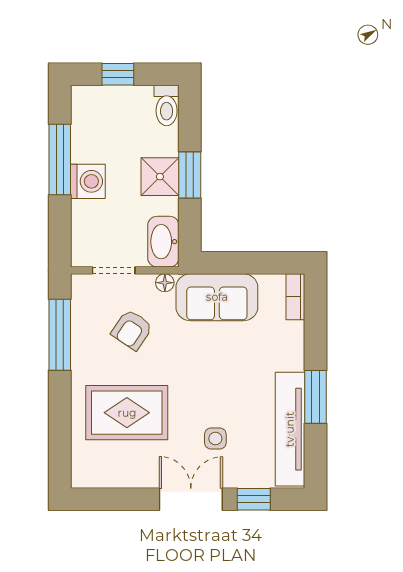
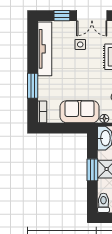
window: (315, 397) -> (33, 86), moved

